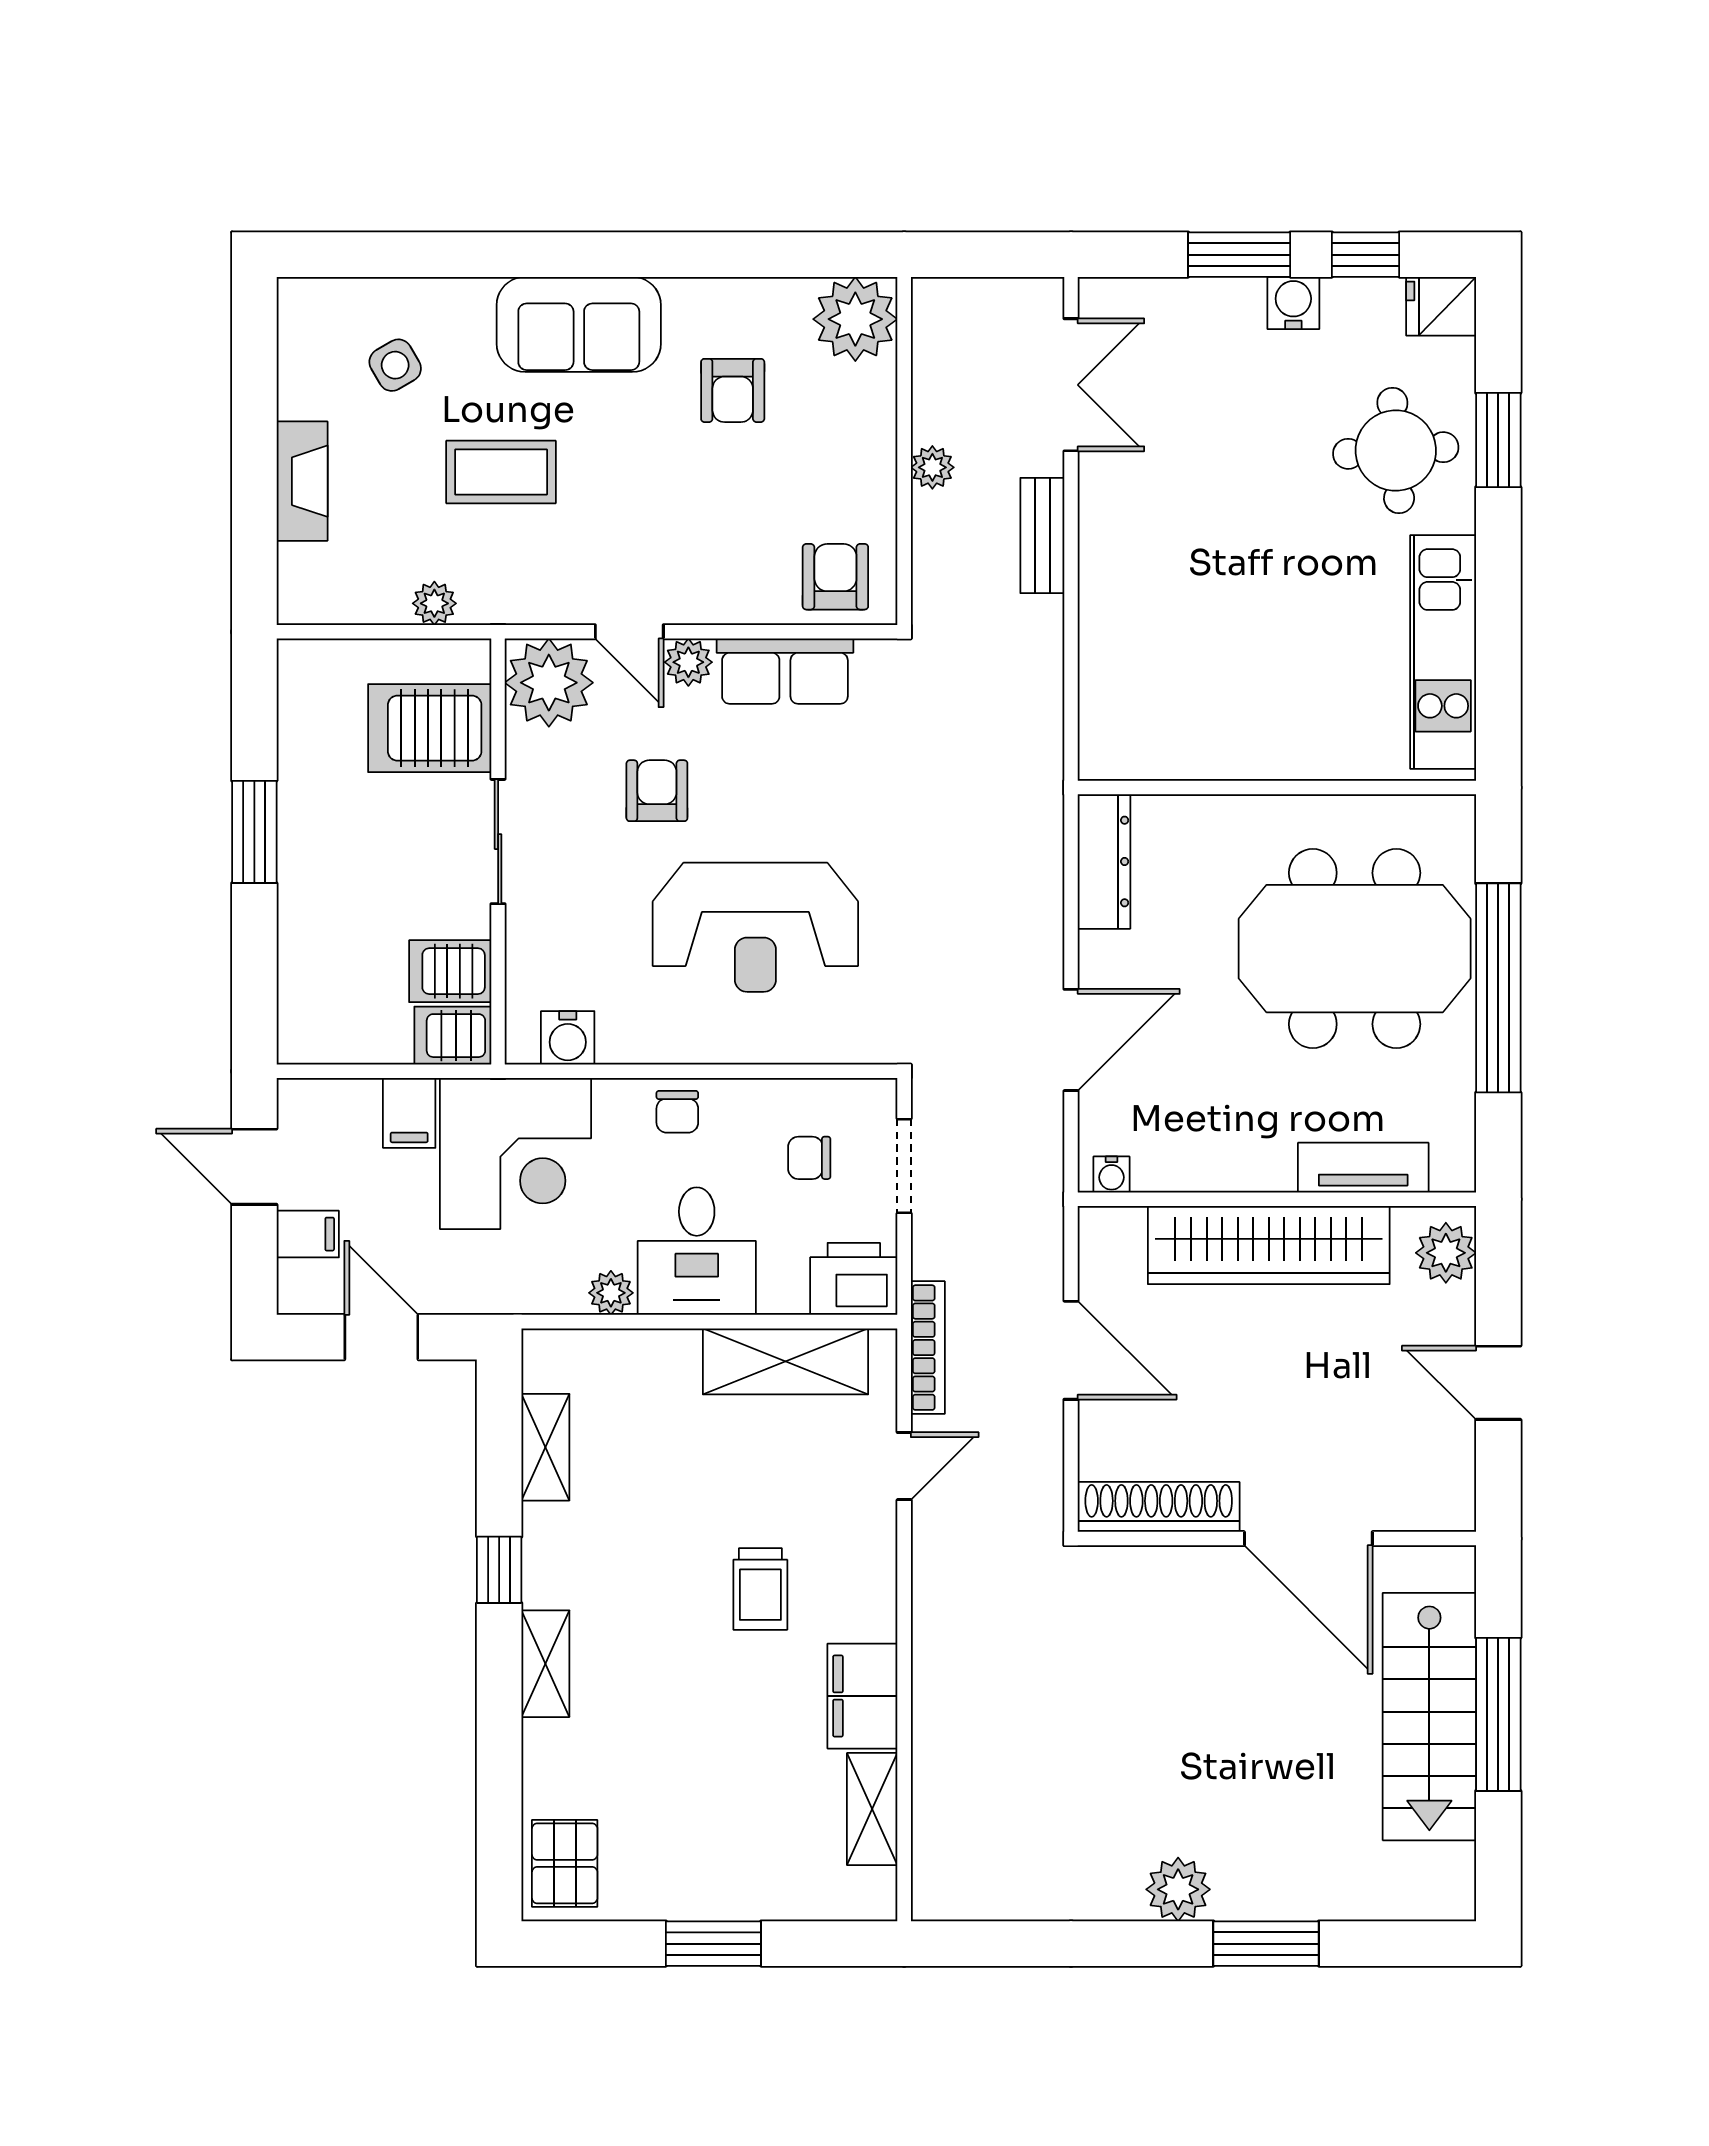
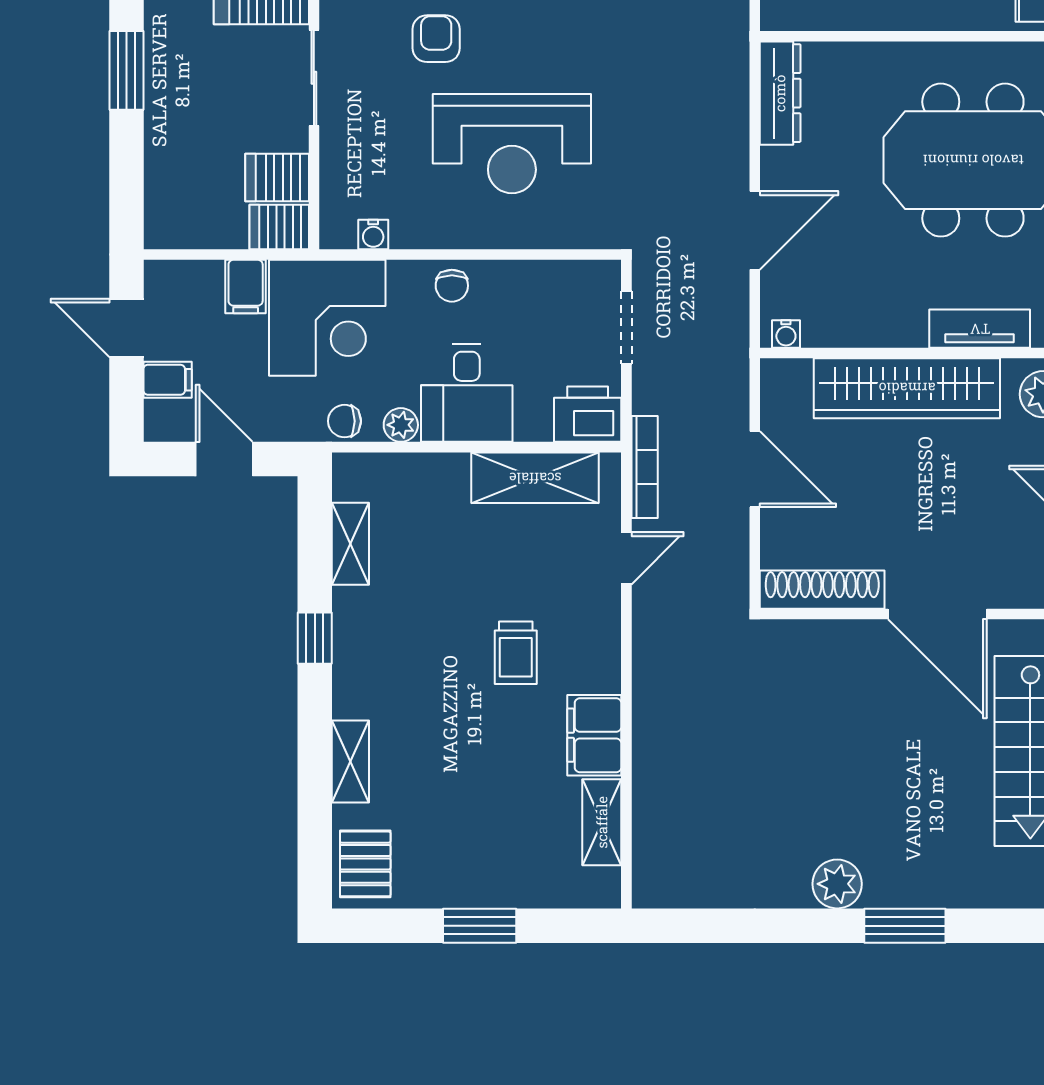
water cooler: (568, 1038) -> (373, 234), width x0.72, depth x0.72
chair: (809, 1158) -> (344, 421), moved
shelving: (545, 1664) -> (350, 761), moved

